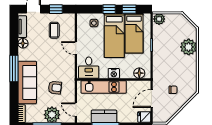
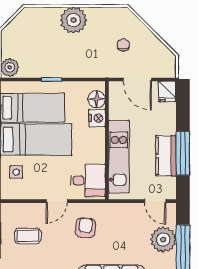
plant: (189, 47) -> (74, 20), moved
nightstand: (114, 73) -> (97, 118), moved
armchair: (55, 88) -> (85, 228), moved
door: (76, 110) -> (155, 201), hinge flipped

